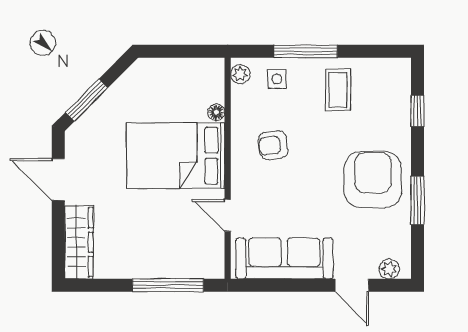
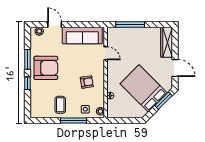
window: (417, 111) -> (28, 83), moved
bed: (176, 156) -> (144, 88), moved, turned -135
armchair: (373, 180) -> (46, 68), turned -90

